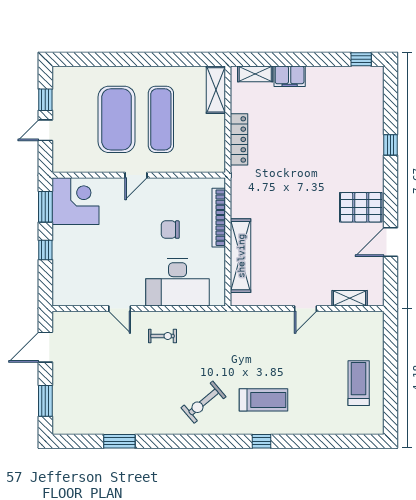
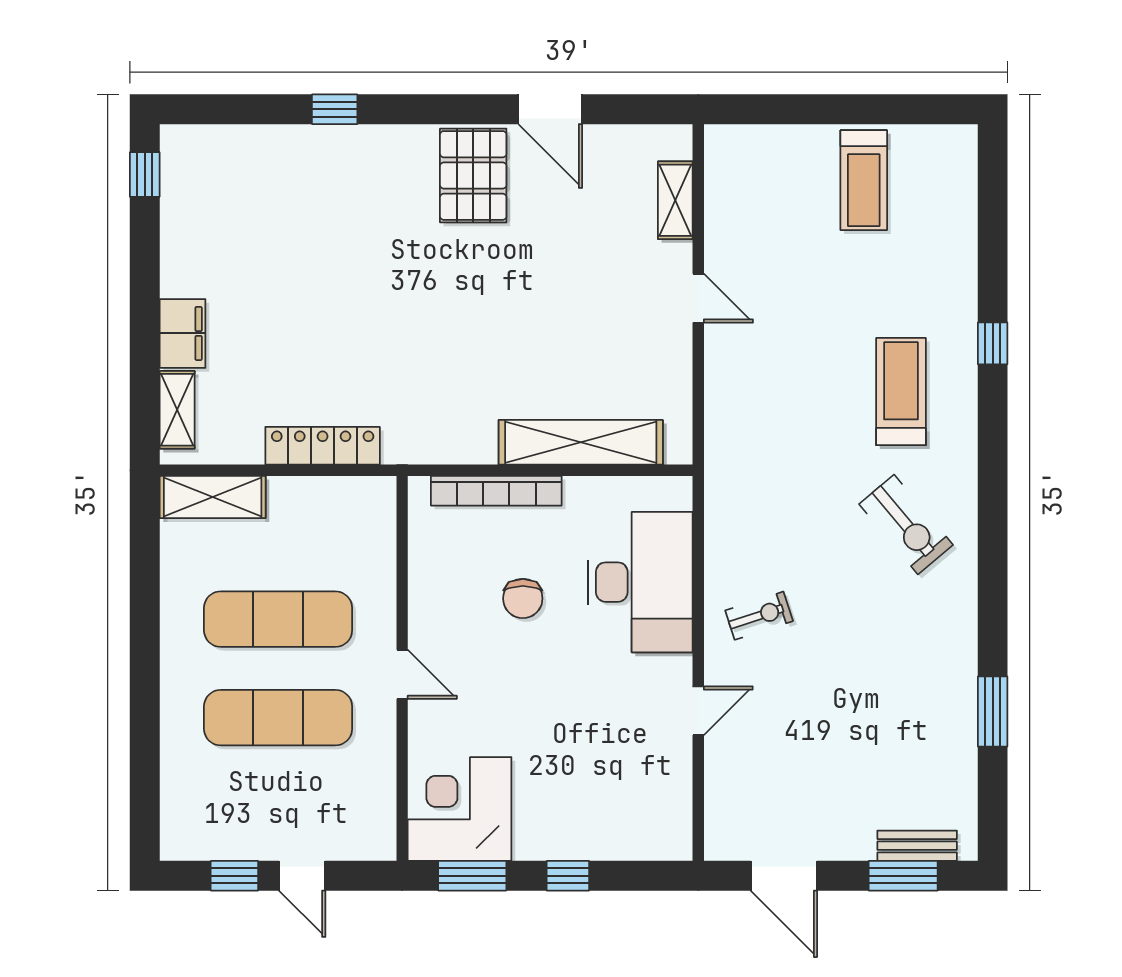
exercise mat: (117, 119) -> (278, 718), width x0.68
exercise bike: (162, 336) -> (759, 616), turned 72
treadmill: (359, 383) -> (864, 180), turned -90
bench: (59, 407) -> (917, 846), added
window: (262, 441) -> (993, 343), moved

